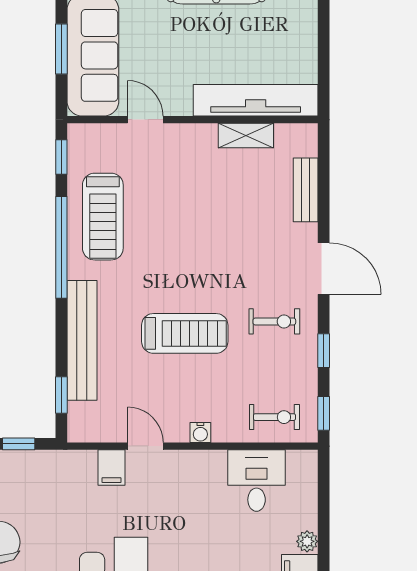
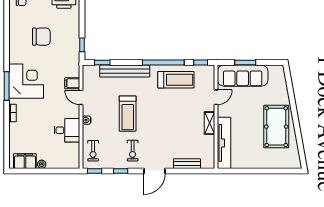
shelving: (246, 135) -> (210, 123), moved
treadmill: (103, 217) -> (176, 80), turned 180
door: (146, 446) -> (81, 97), swing flipped
desk: (257, 481) -> (67, 130), moved

